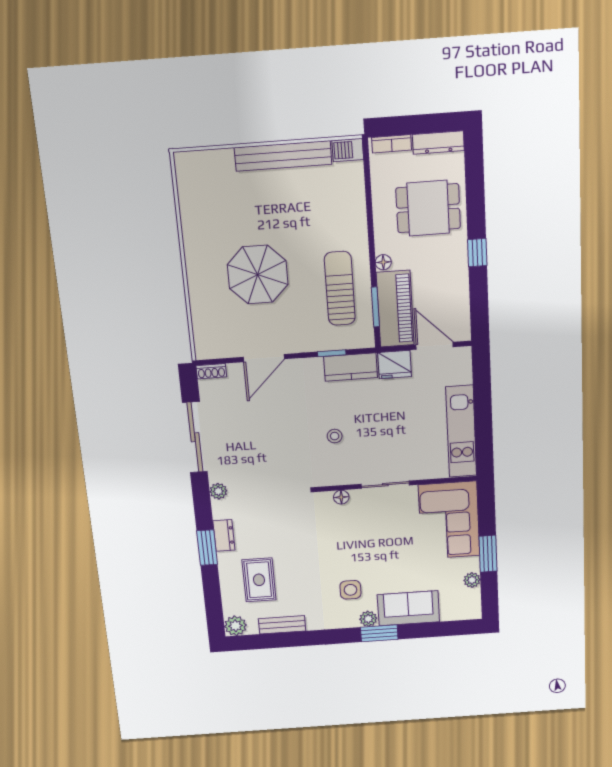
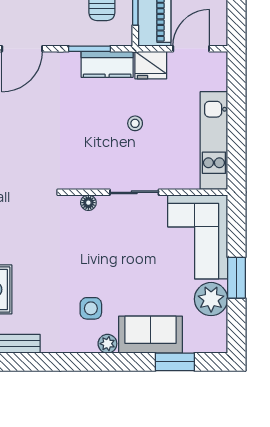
door: (435, 346) -> (191, 49), hinge flipped
window: (332, 353) -> (89, 49), width x1.50
stool: (335, 436) -> (135, 123), moved
plant: (472, 580) -> (211, 299), width x1.88, depth x1.88
window: (379, 633) -> (175, 362), moved

